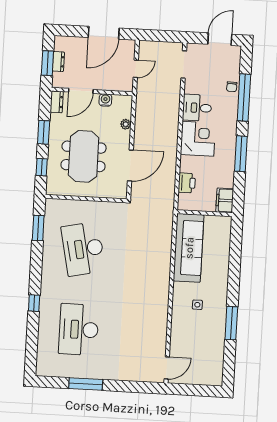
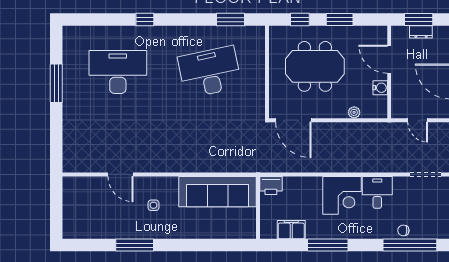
window: (244, 97) -> (410, 245), moved
dresser: (57, 102) -> (375, 32), removed
door: (130, 165) -> (293, 120), moved
printer: (187, 183) -> (271, 186), moved
filing cabinet: (225, 200) -> (291, 230), moved
door: (167, 368) -> (120, 174), moved

